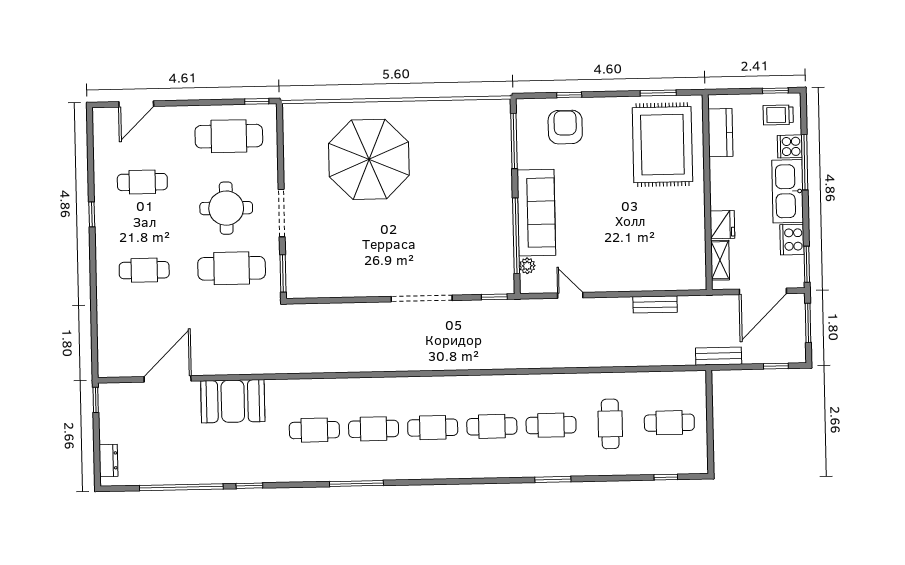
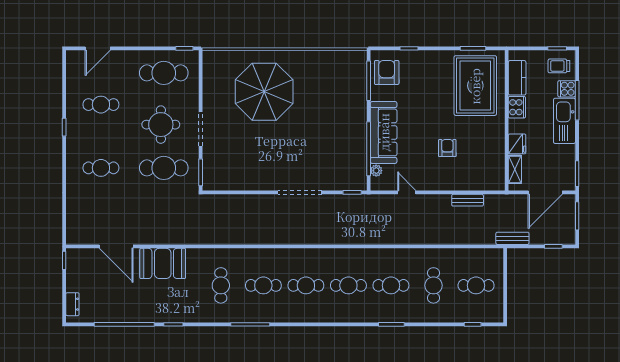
armchair: (565, 127) -> (387, 72), moved
armchair: (625, 232) -> (447, 148), added
cooker: (792, 240) -> (517, 107), moved, turned 180
door: (168, 379) -> (116, 246), swing flipped
cafe table: (314, 430) -> (221, 285), turned 90

